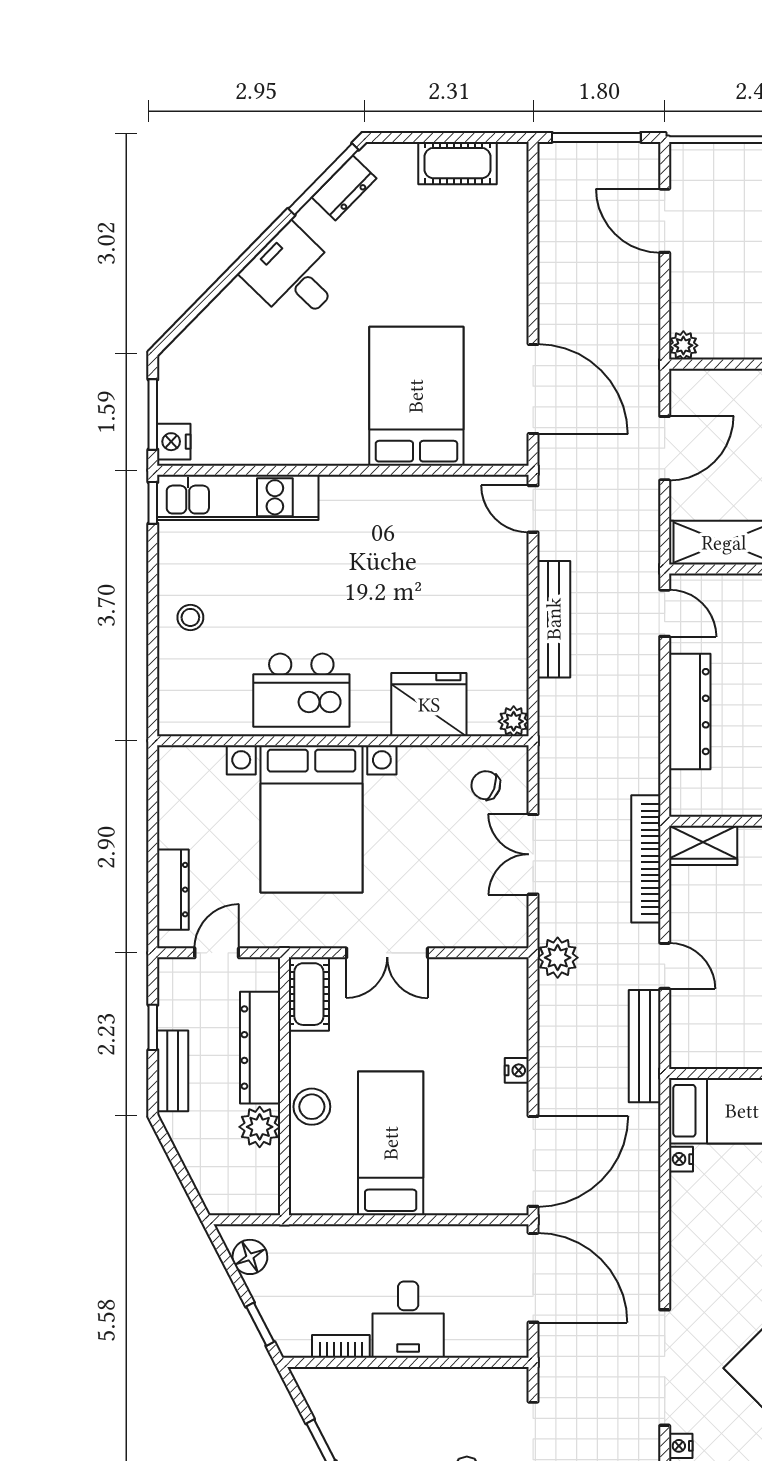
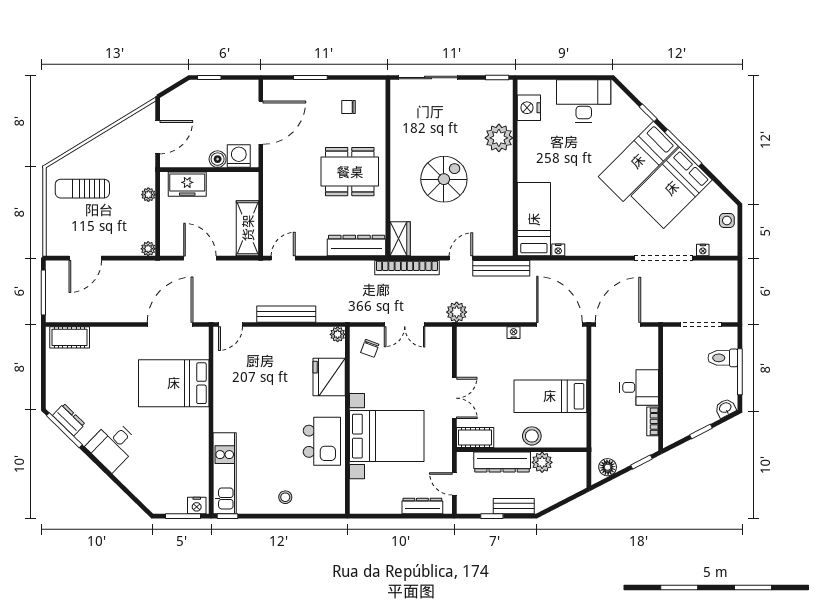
cot: (457, 163) -> (70, 337), moved, turned 90
dresser: (690, 712) -> (357, 246), moved

